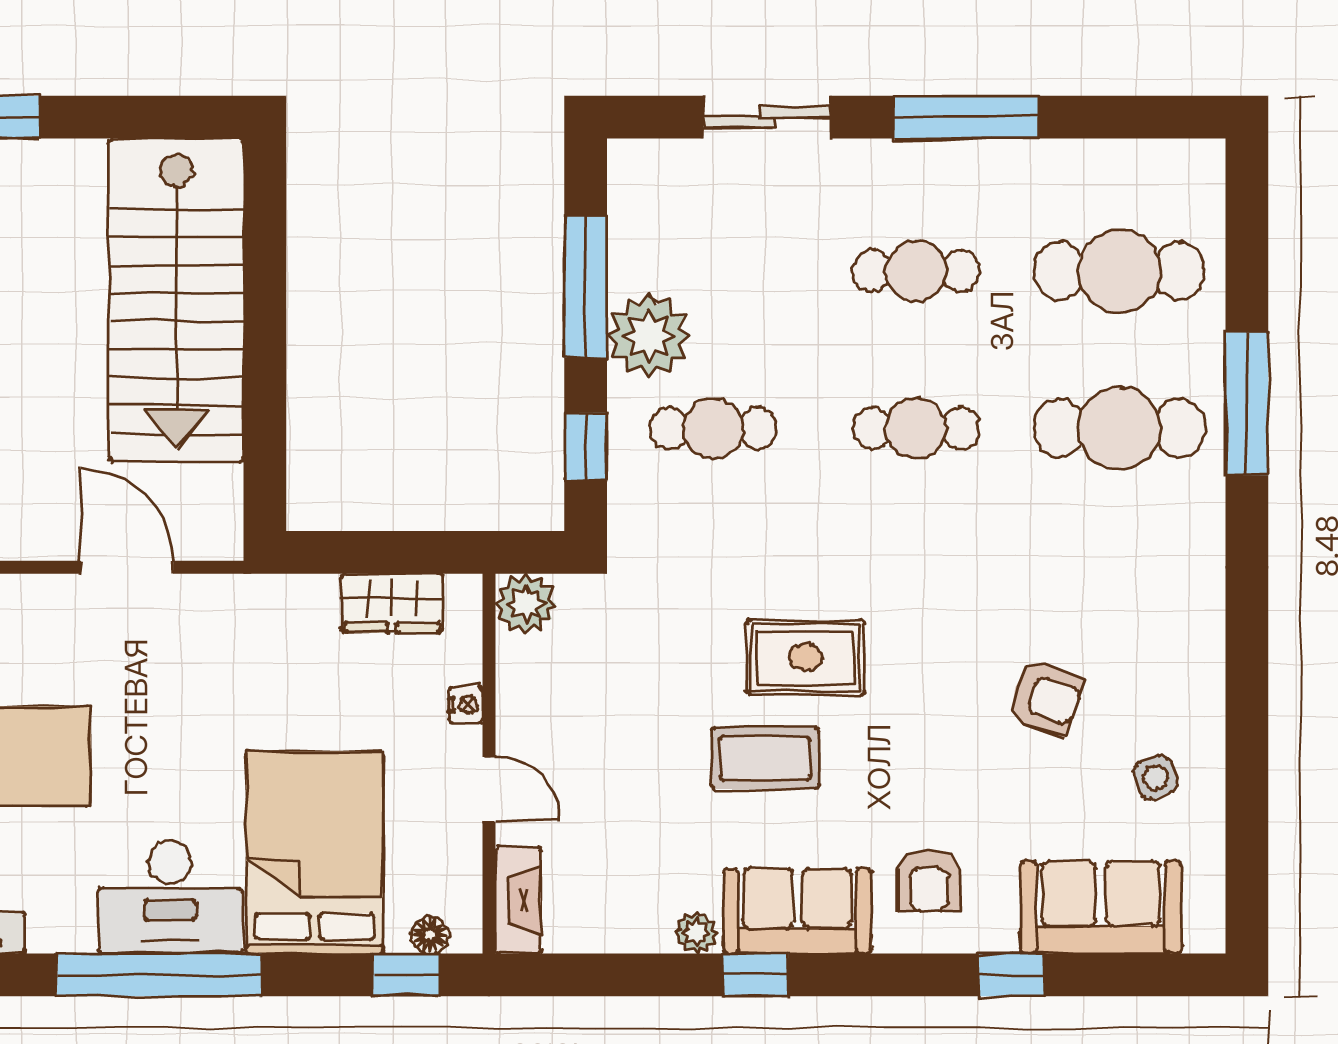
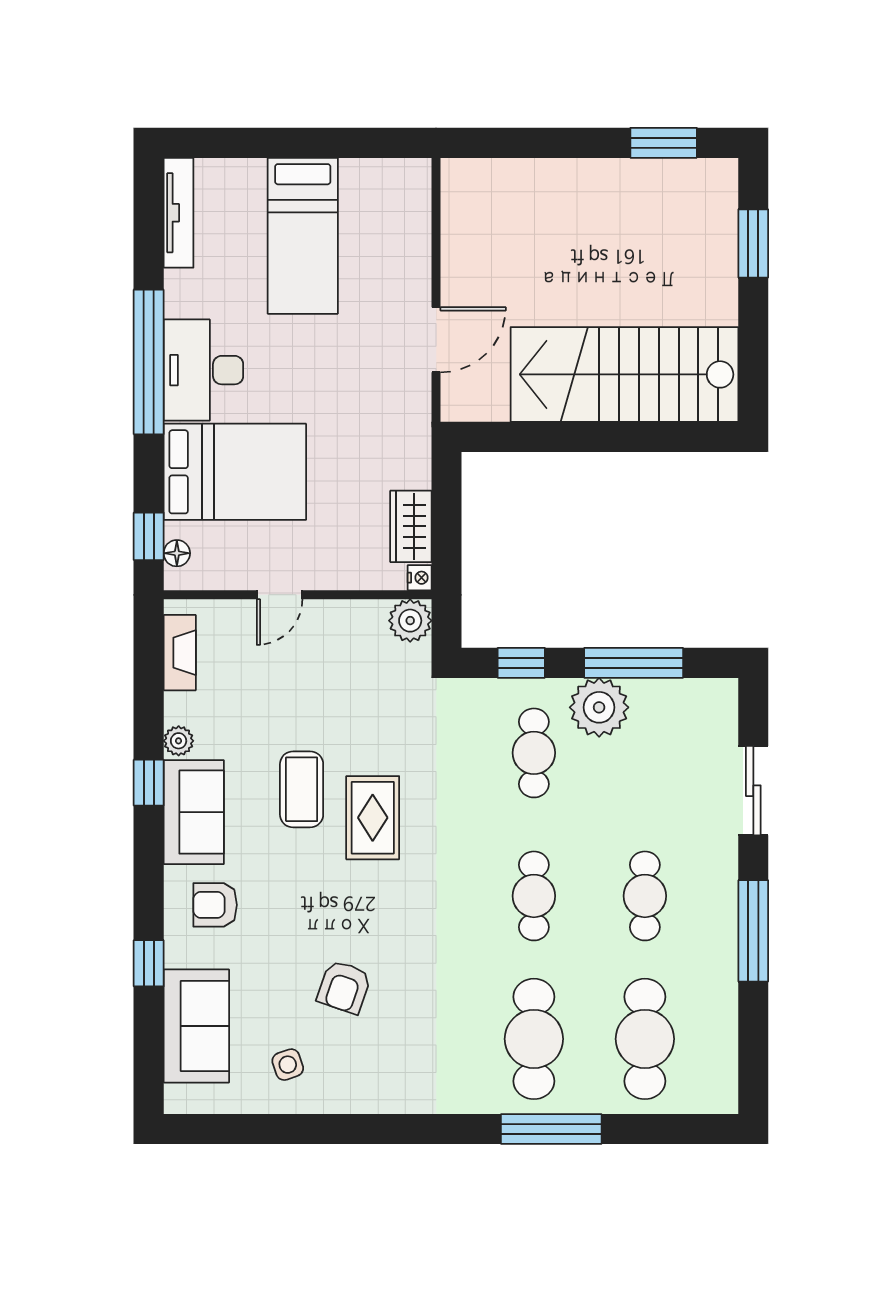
nightstand: (466, 705) -> (420, 578), moved, turned -90
fireplace: (518, 900) -> (180, 653), moved, turned -90

